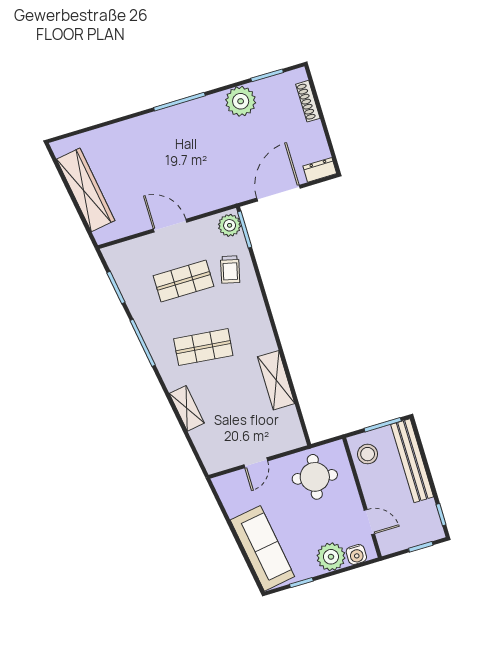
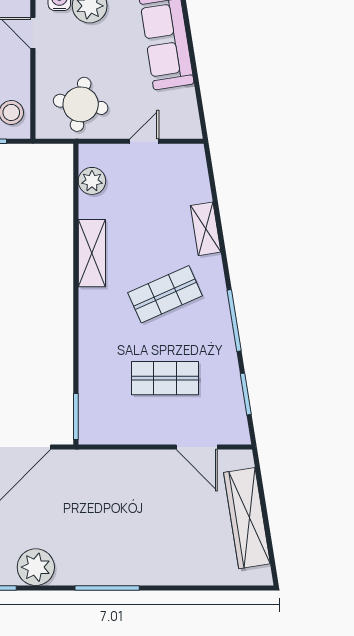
plant: (230, 225) -> (92, 181), moved
door: (170, 226) -> (197, 447), moved
trolley: (230, 270) -> (107, 375), removed
shop shelf: (203, 347) -> (165, 294), turned -30
shelving: (276, 380) -> (92, 253), moved

